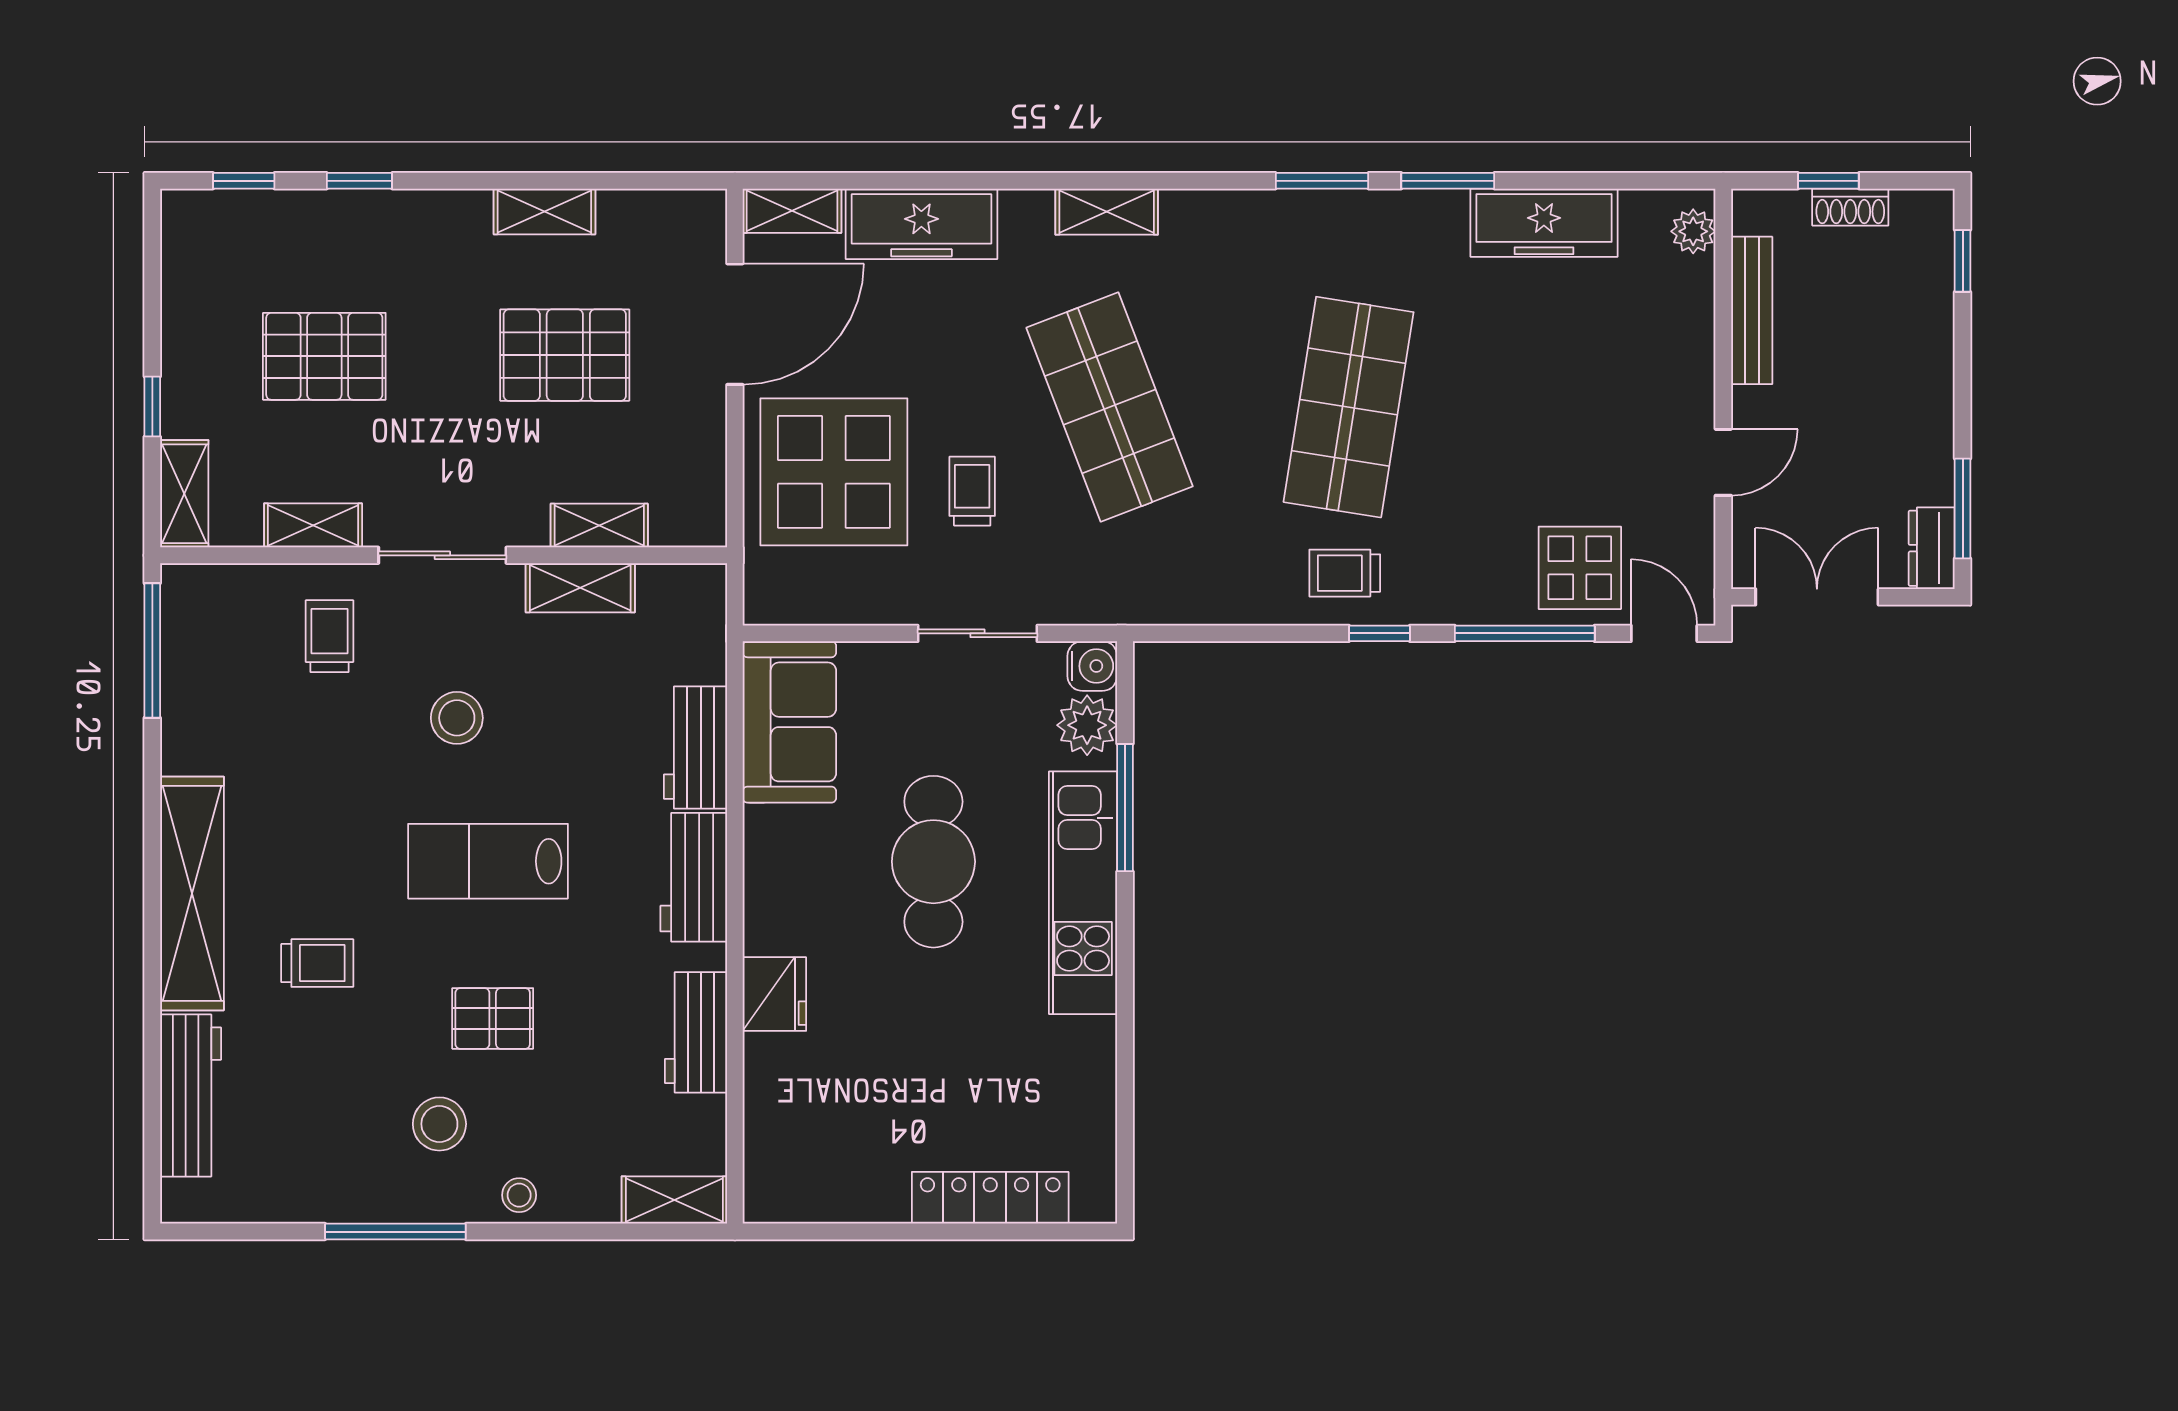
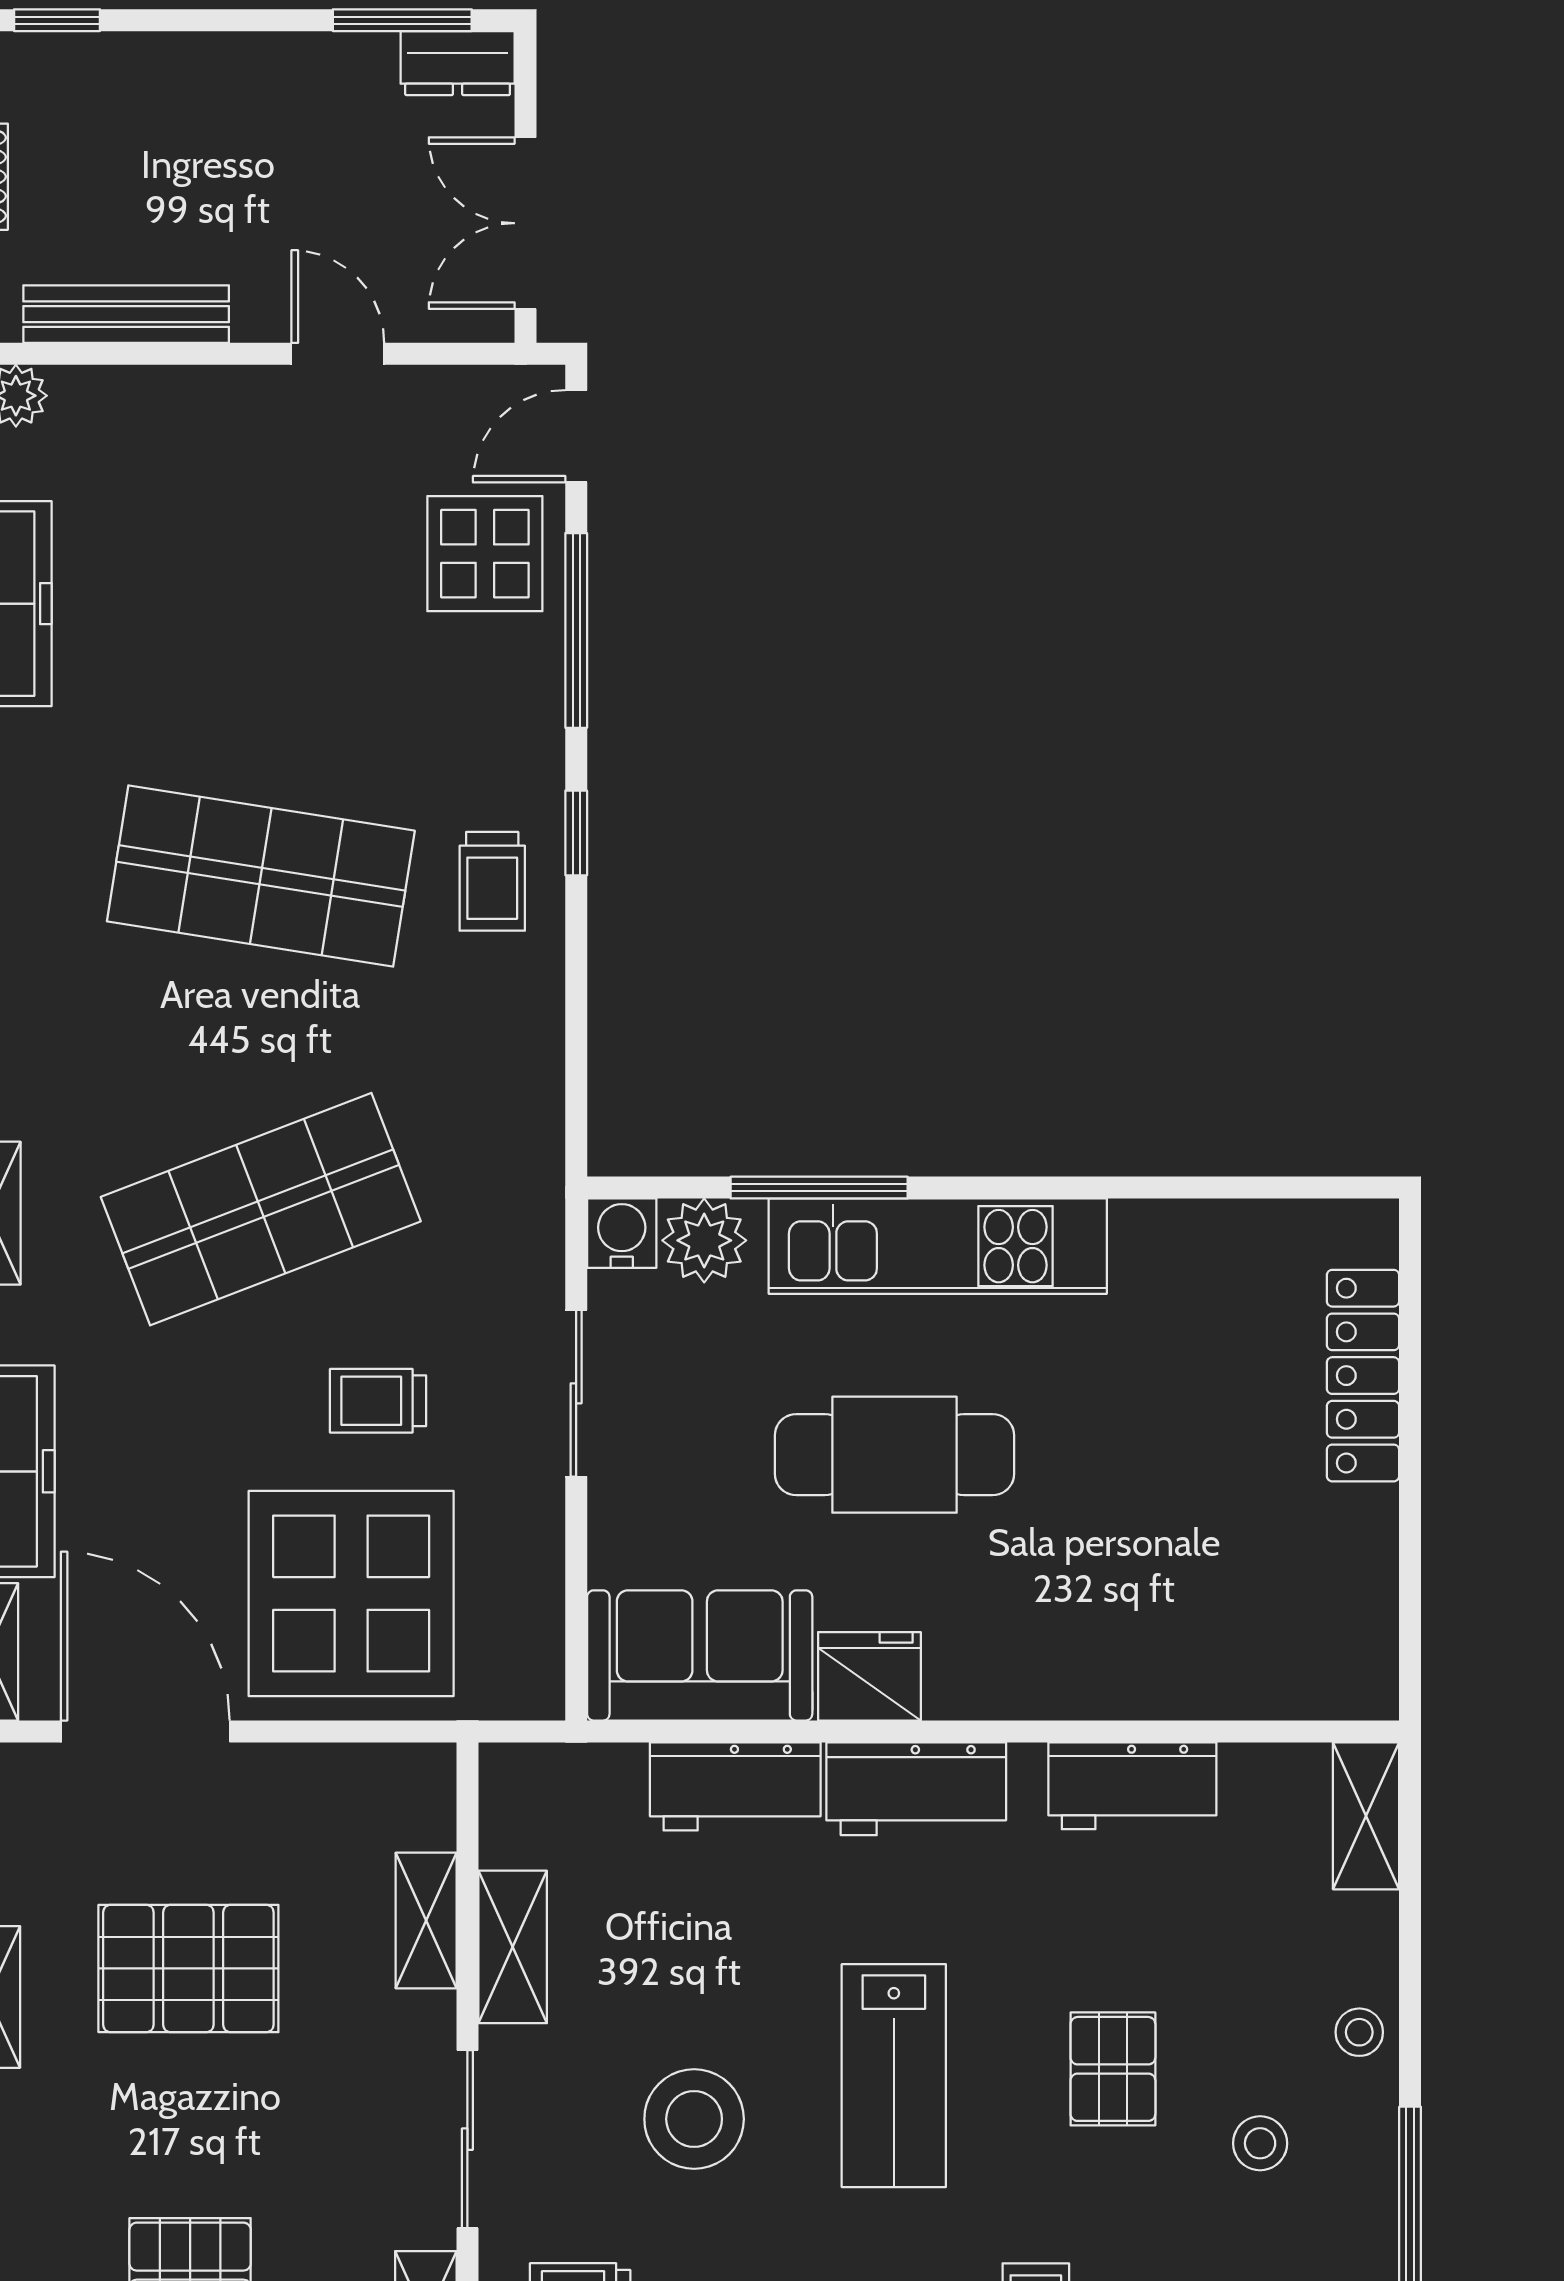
pallet: (565, 355) -> (188, 1968), turned 90
stool: (457, 718) -> (694, 2119), width x1.38, depth x1.38
fridge: (774, 994) -> (869, 1676), moved
stool: (439, 1124) -> (1260, 2143), width x0.73, depth x0.73

